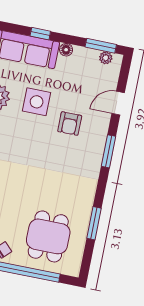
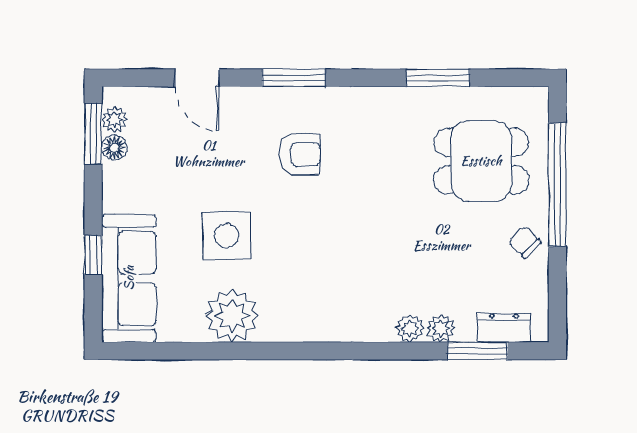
floor lamp: (66, 50) -> (114, 148), moved
armchair: (70, 124) -> (300, 154), moved

